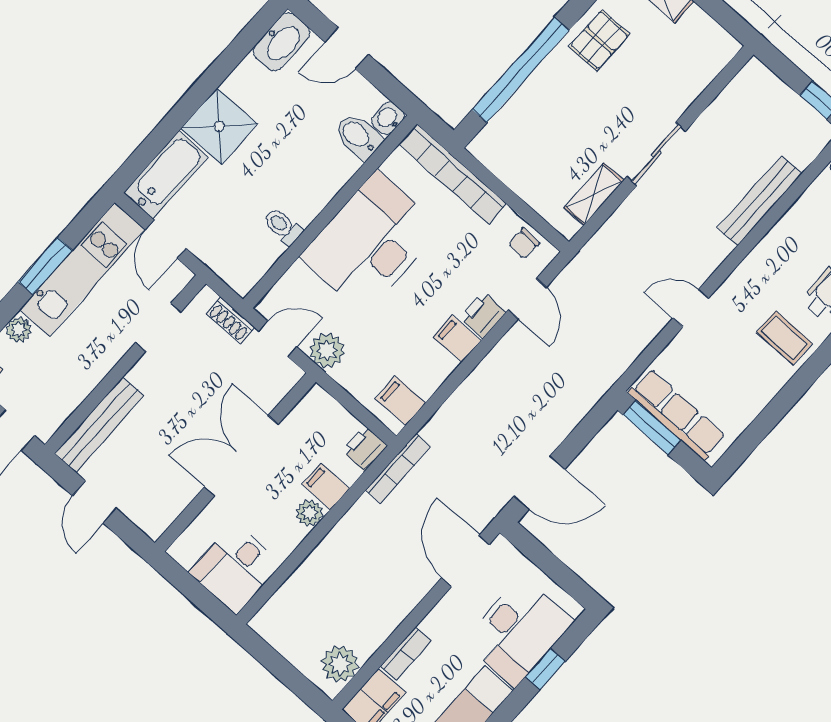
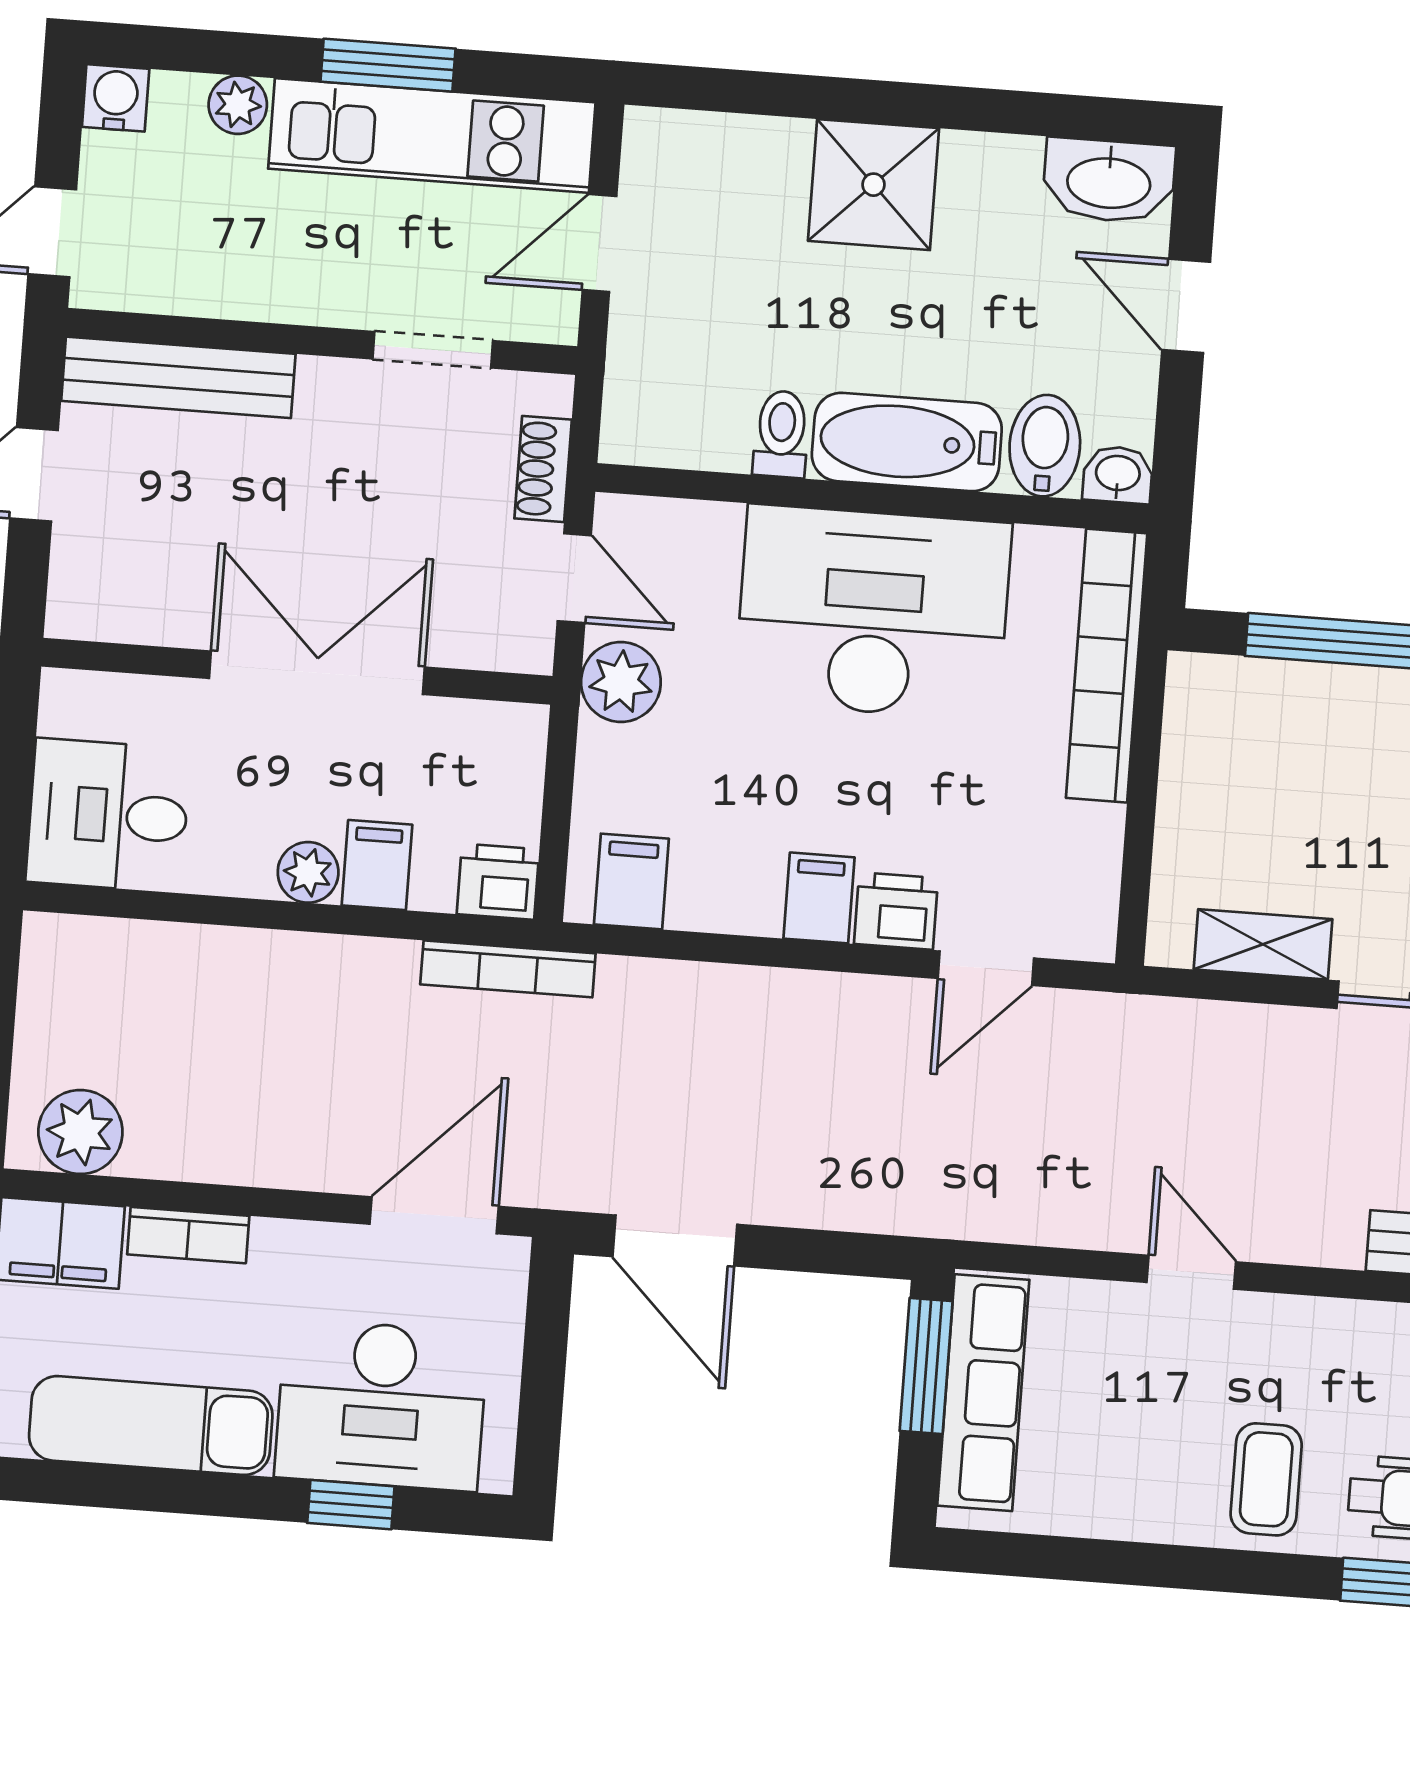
bathtub: (166, 175) -> (907, 442), moved, turned 180
chair: (524, 243) -> (1080, 887), removed

